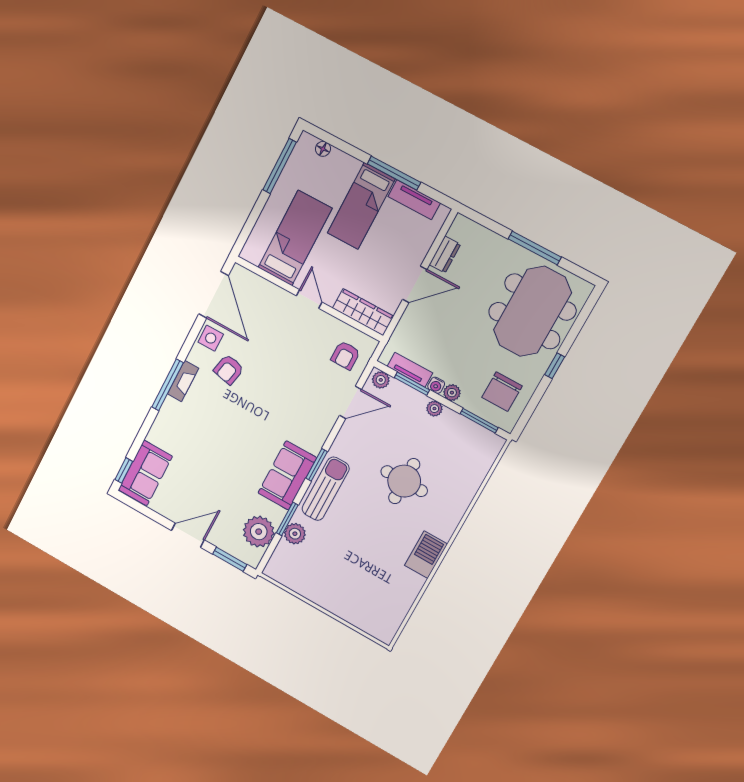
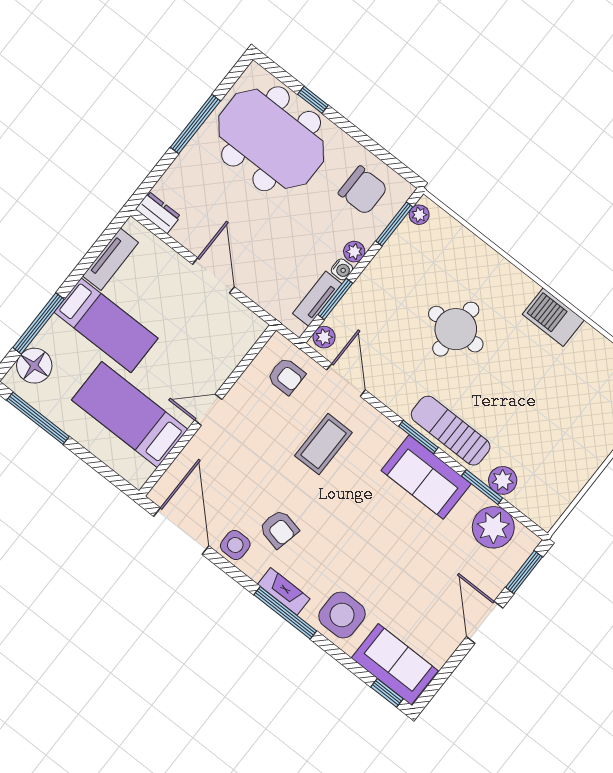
floor lamp: (323, 149) -> (34, 366), width x1.89, depth x1.89
window: (394, 173) -> (39, 323), moved
dresser: (445, 254) -> (158, 213), moved
door: (214, 295) -> (181, 531), hinge flipped
wardrobe: (363, 312) -> (236, 345), removed
window: (555, 366) -> (313, 100), moved
coffee table: (298, 393) -> (323, 444), added
plant: (434, 409) -> (419, 215), moved
side table: (174, 428) -> (342, 615), added

